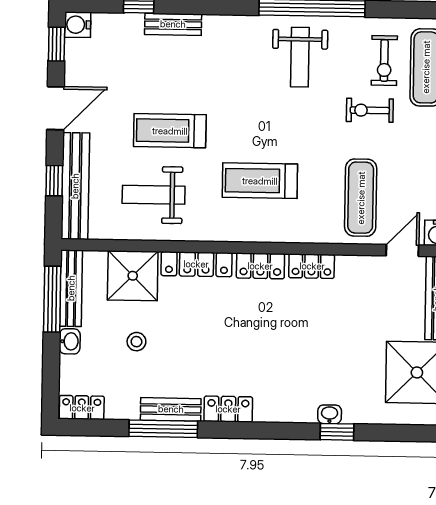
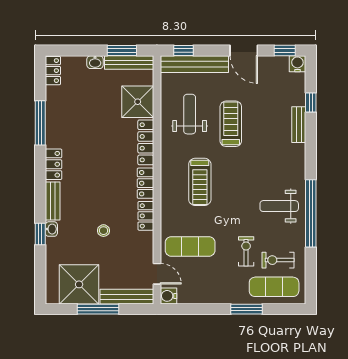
window: (54, 181) -> (183, 50), moved
treadmill: (260, 181) -> (200, 182), turned 180
window: (52, 299) -> (122, 50), width x0.69
stool: (136, 342) -> (103, 231), moved
bench: (171, 409) -> (53, 201), moved

